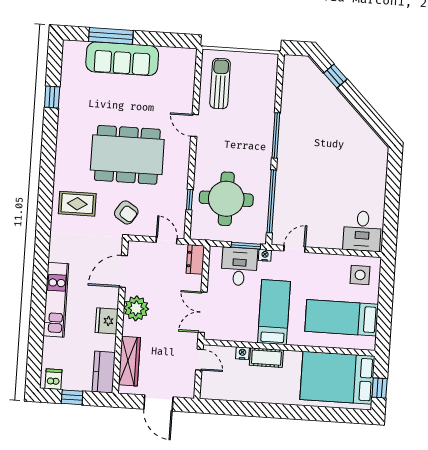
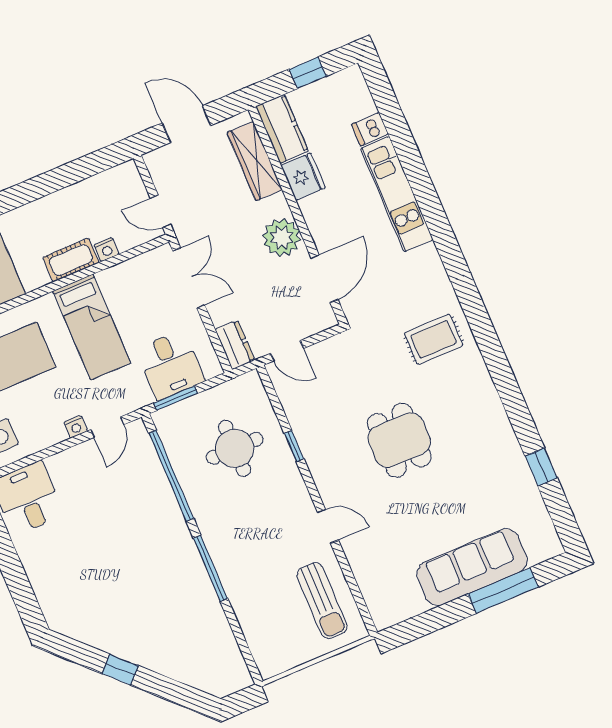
window: (335, 76) -> (120, 670), moved
dining table: (127, 155) -> (399, 440), width x0.53, depth x0.80
round table: (226, 199) -> (235, 448), width x0.73, depth x0.73
window: (190, 200) -> (294, 446), moved
armchair: (126, 212) -> (361, 361), removed
nightstand: (265, 255) -> (76, 427), moved
fridge: (107, 321) -> (303, 177), moved
dishwasher: (53, 379) -> (370, 129), moved, turned 90

